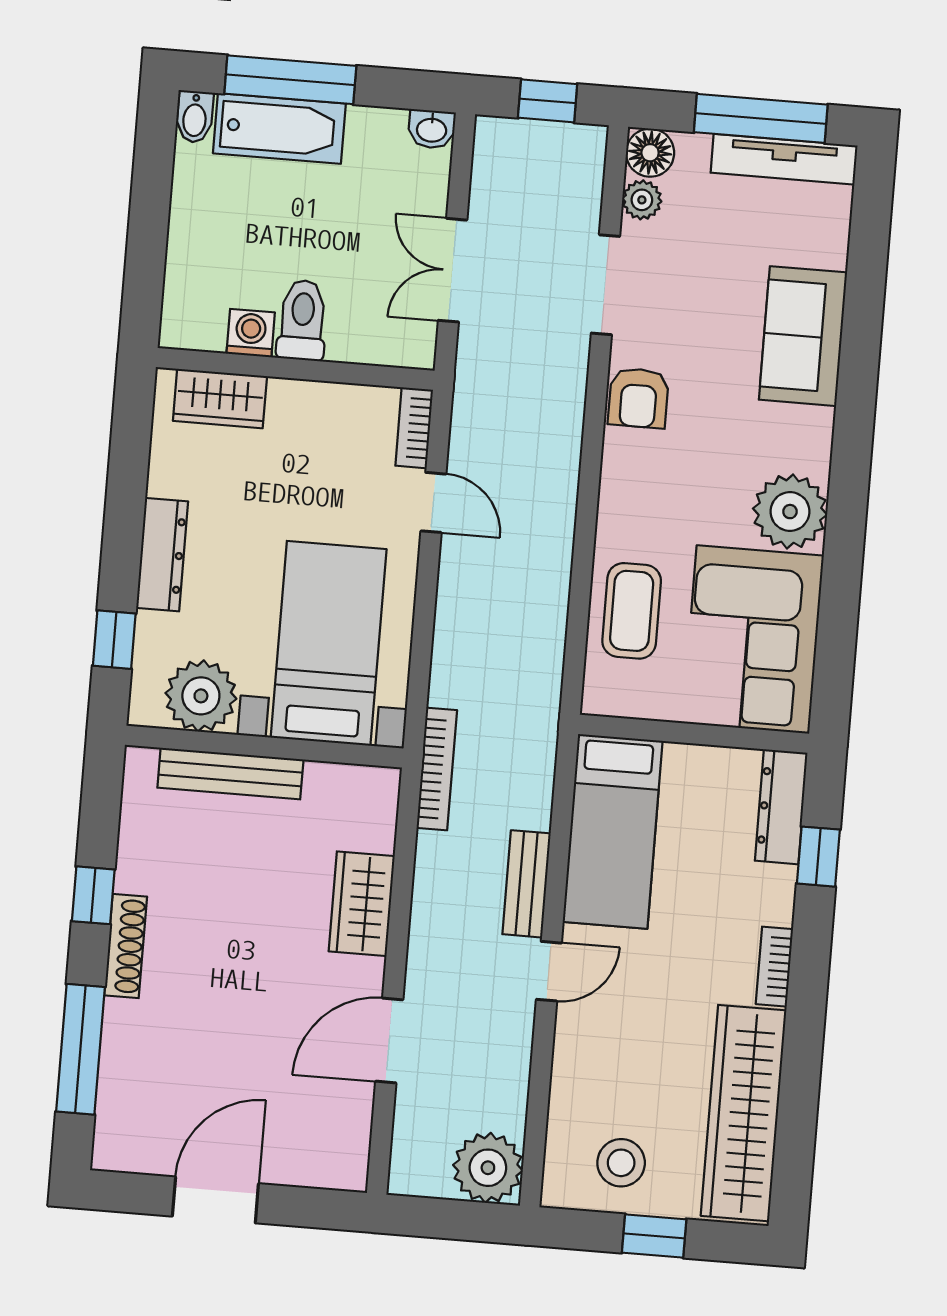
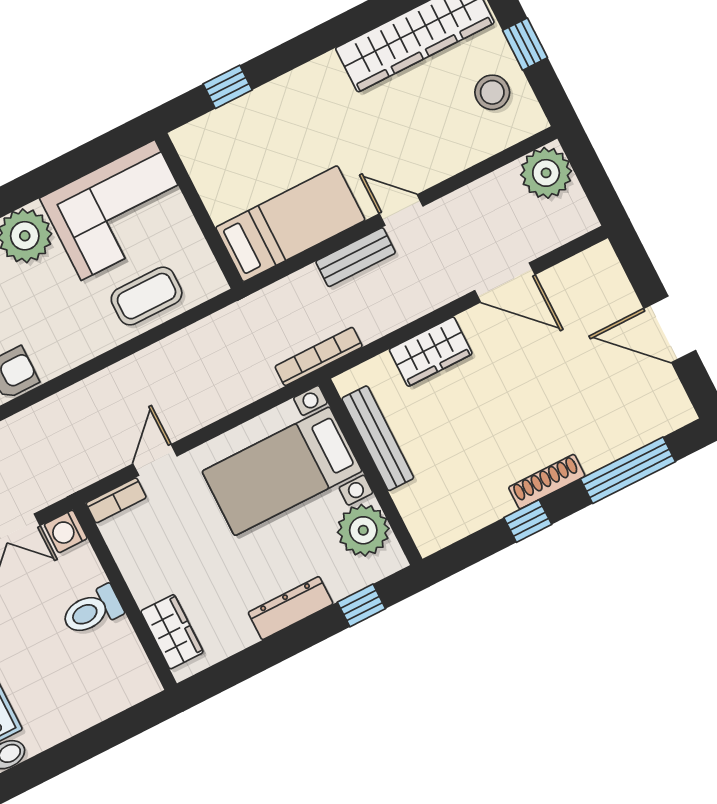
washing machine: (251, 333) -> (66, 531), moved
bench: (230, 774) -> (378, 438), moved
dresser: (781, 807) -> (211, 129), removed
bookcase: (774, 967) -> (312, 72), removed

